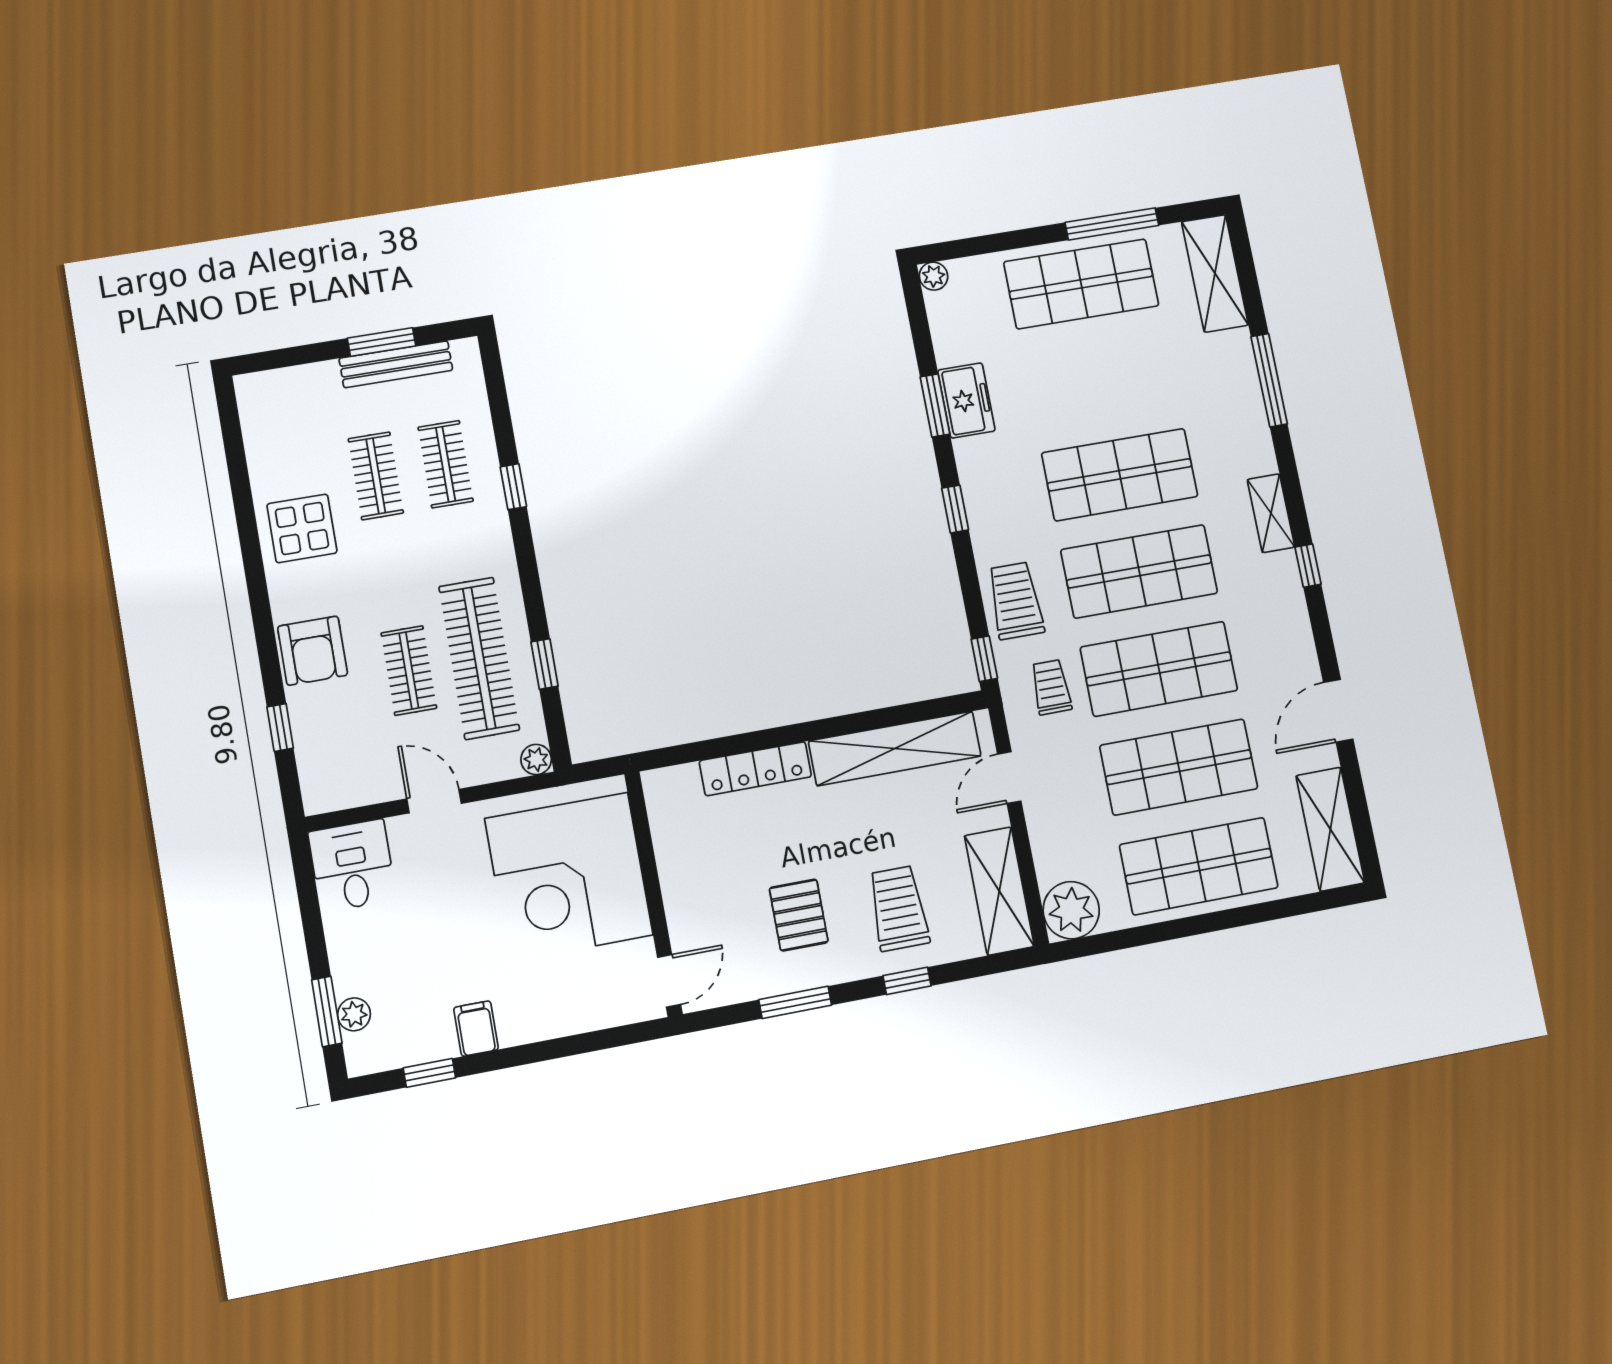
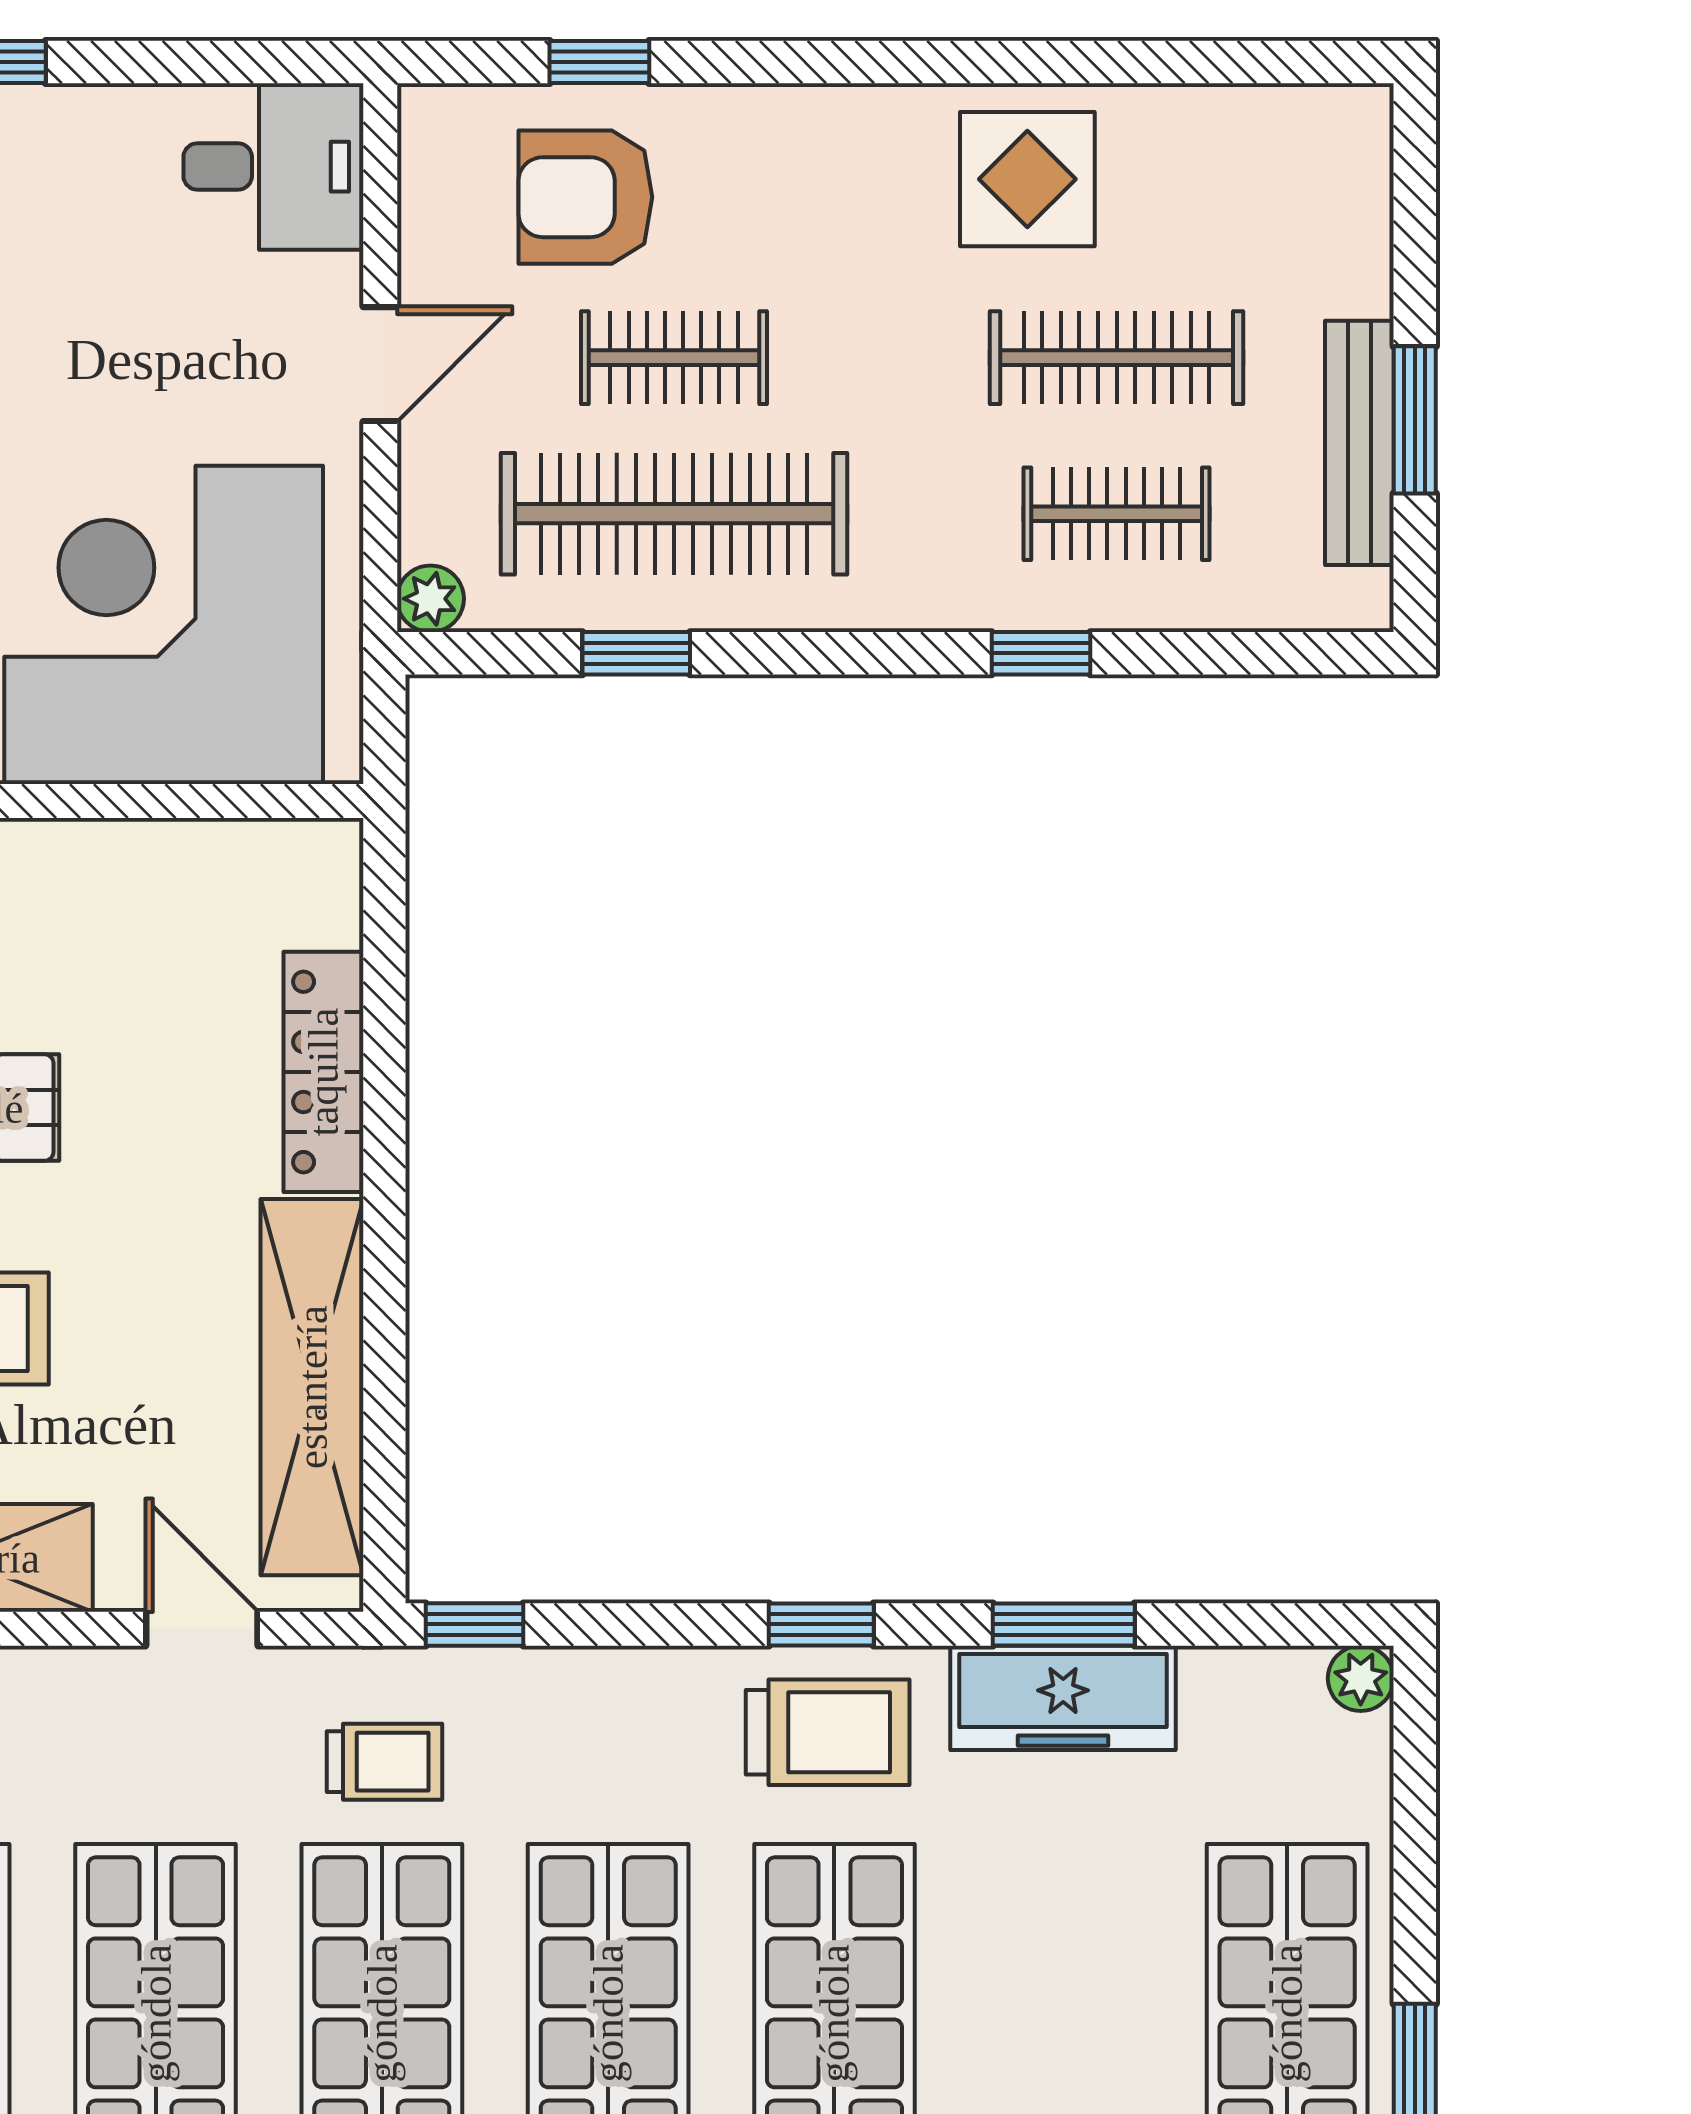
freezer: (966, 400) -> (1063, 1698), width x1.40
clothes rail: (376, 476) -> (1117, 358), width x1.36
trolley: (1016, 601) -> (828, 1732), moved
armchair: (313, 651) -> (585, 197), moved

